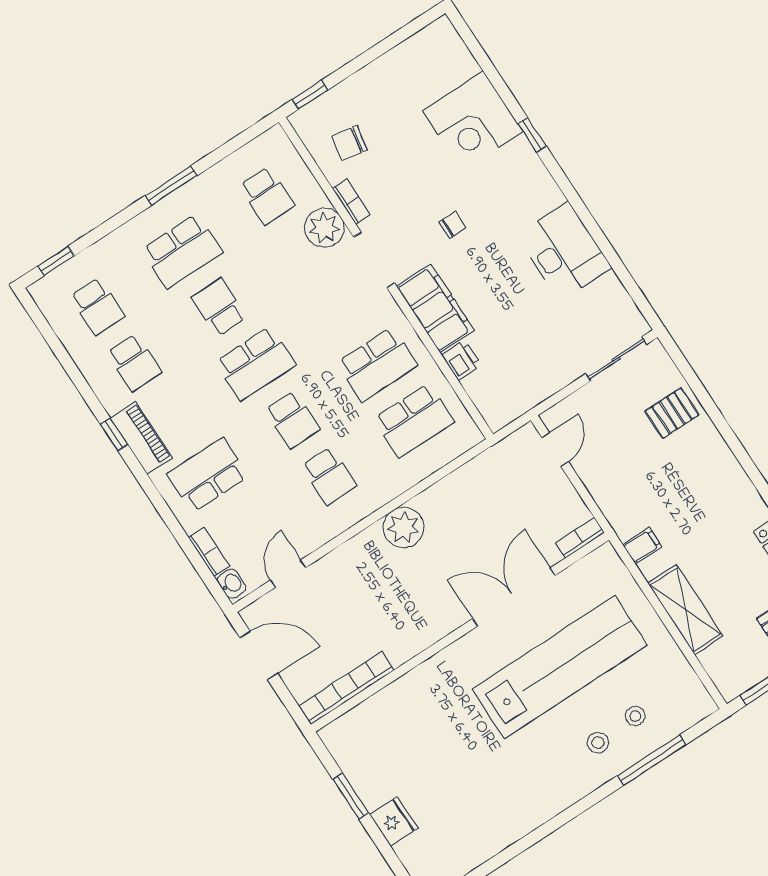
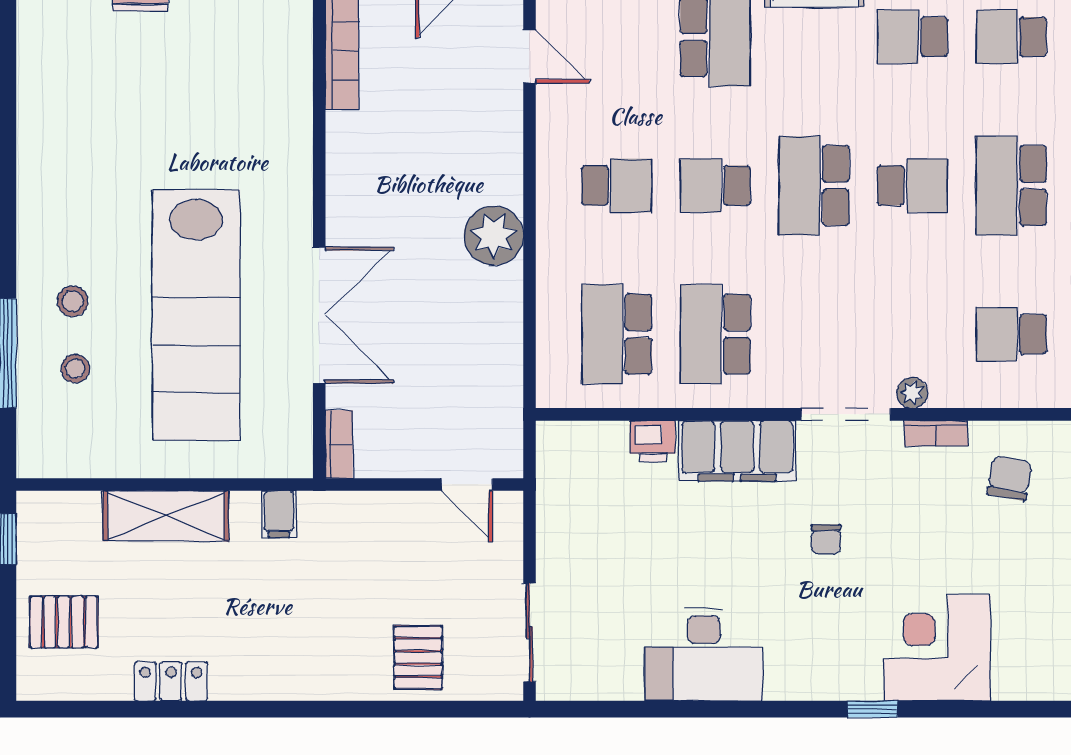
plant: (324, 228) -> (912, 393), width x0.53, depth x0.53
school desk: (329, 476) -> (617, 186), turned 180

